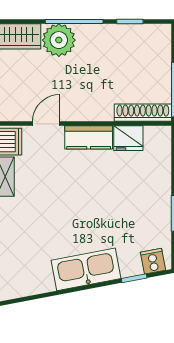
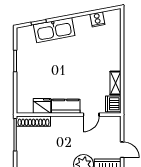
cooker: (153, 261) -> (97, 19), moved
kitchen sink: (86, 269) -> (54, 30), moved

